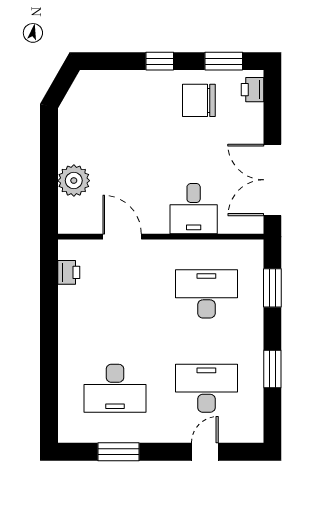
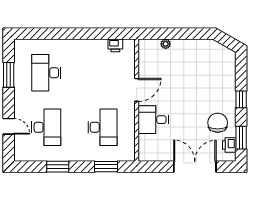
printer: (253, 90) -> (229, 145), moved, turned -90
double door: (272, 180) -> (195, 167), moved
plant: (74, 181) -> (166, 44), width x0.53, depth x0.53
door: (122, 237) -> (137, 90), moved

